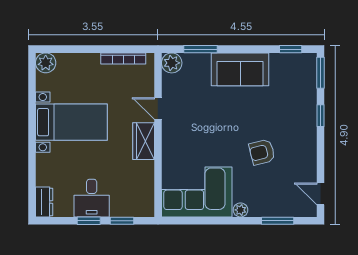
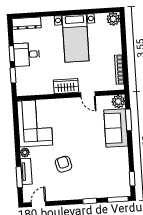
sofa: (240, 69) -> (116, 128), moved
door: (158, 108) -> (88, 94), swing flipped
dresser: (44, 202) -> (27, 23), width x1.44
tv unit: (270, 209) -> (26, 171), added

